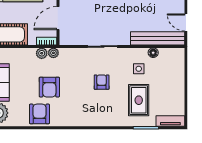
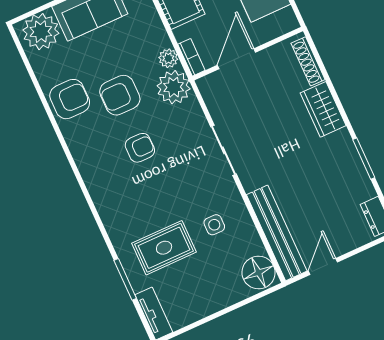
door: (58, 18) -> (236, 59), hinge flipped
plant: (53, 53) -> (174, 87), width x1.88, depth x1.88
floor lamp: (153, 53) -> (259, 273), moved, width x1.89, depth x1.89
armchair: (102, 82) -> (140, 148), moved

